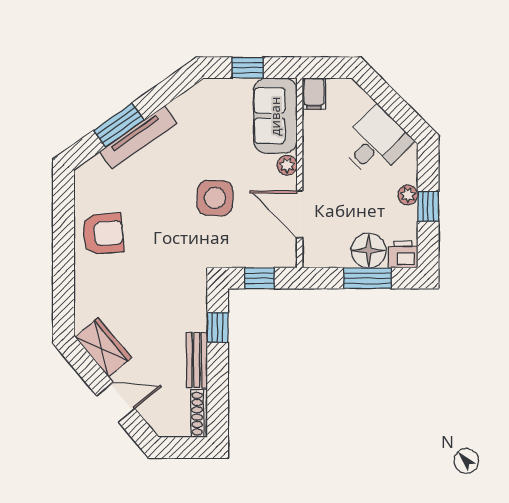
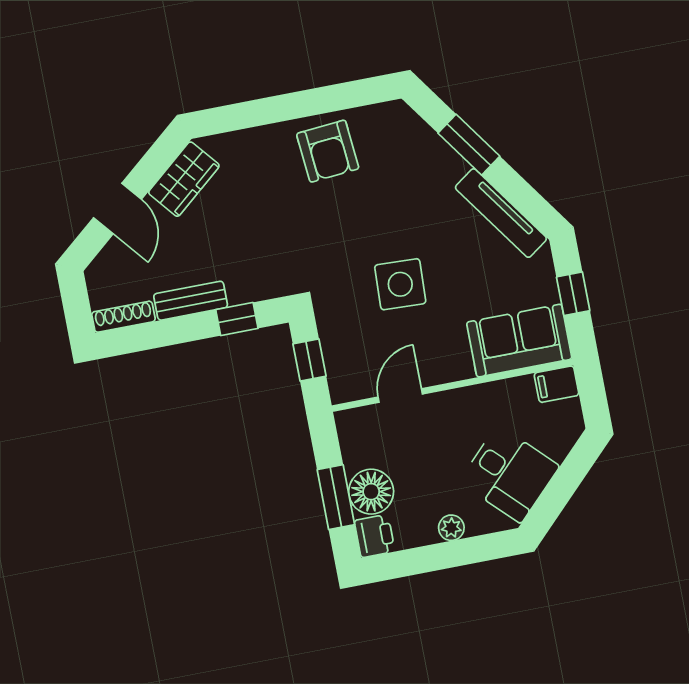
tv unit: (138, 137) -> (501, 213), moved
plant: (287, 165) -> (459, 368), removed
window: (428, 206) -> (442, 556), removed
door: (300, 214) -> (400, 395), width x0.73

